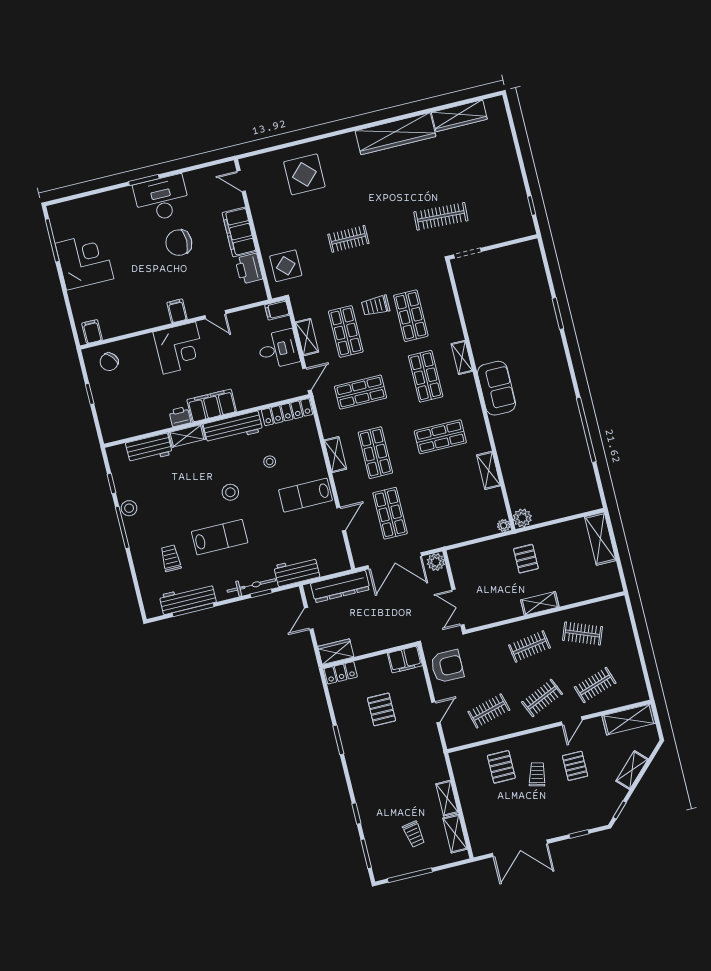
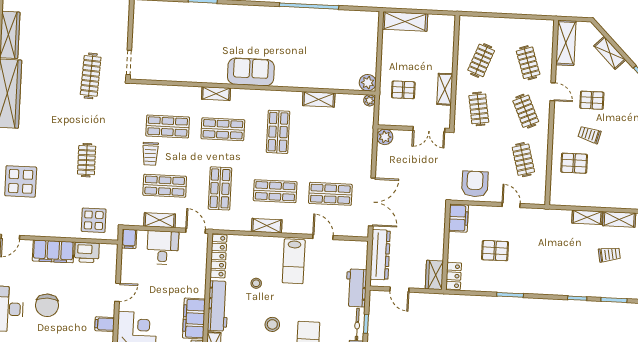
plant: (436, 562) -> (385, 137), moved
wall: (454, 590) -> (414, 129), moved
double door: (458, 607) -> (429, 129), moved

